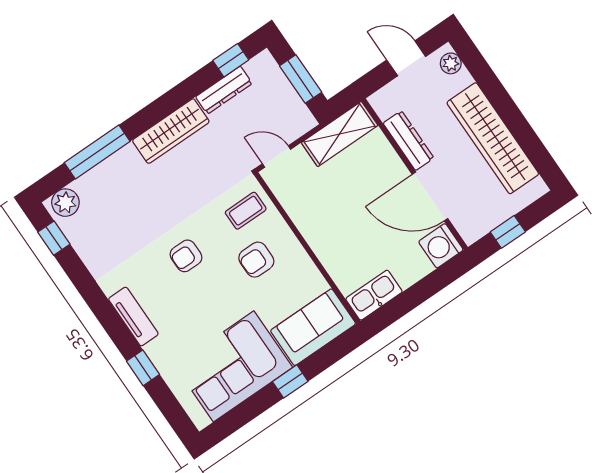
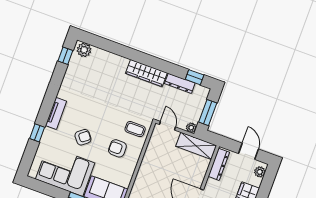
plant: (306, 122) -> (191, 128), added
dresser: (408, 141) -> (219, 164), moved
window: (97, 152) -> (115, 48), removed
armchair: (186, 256) -> (83, 137), moved, turned 142

